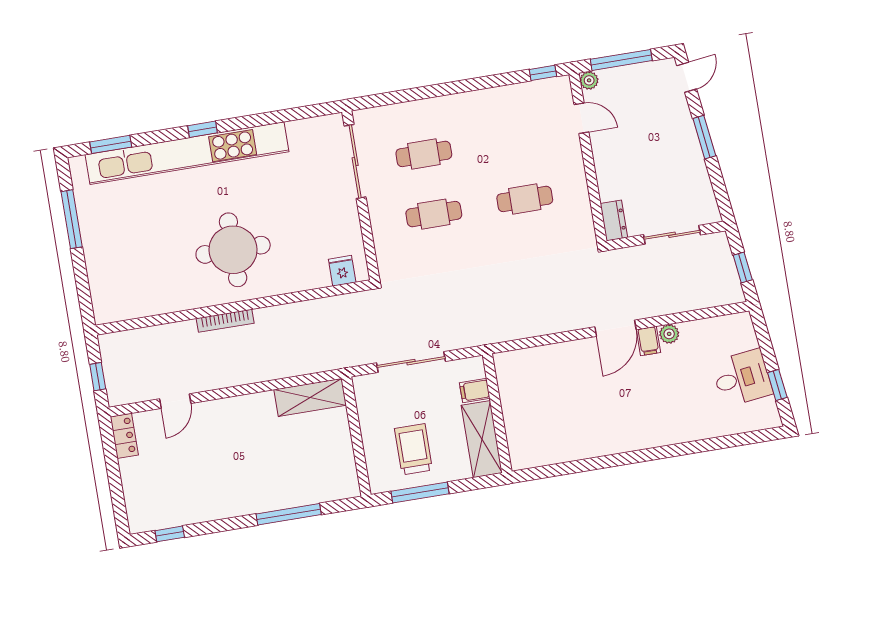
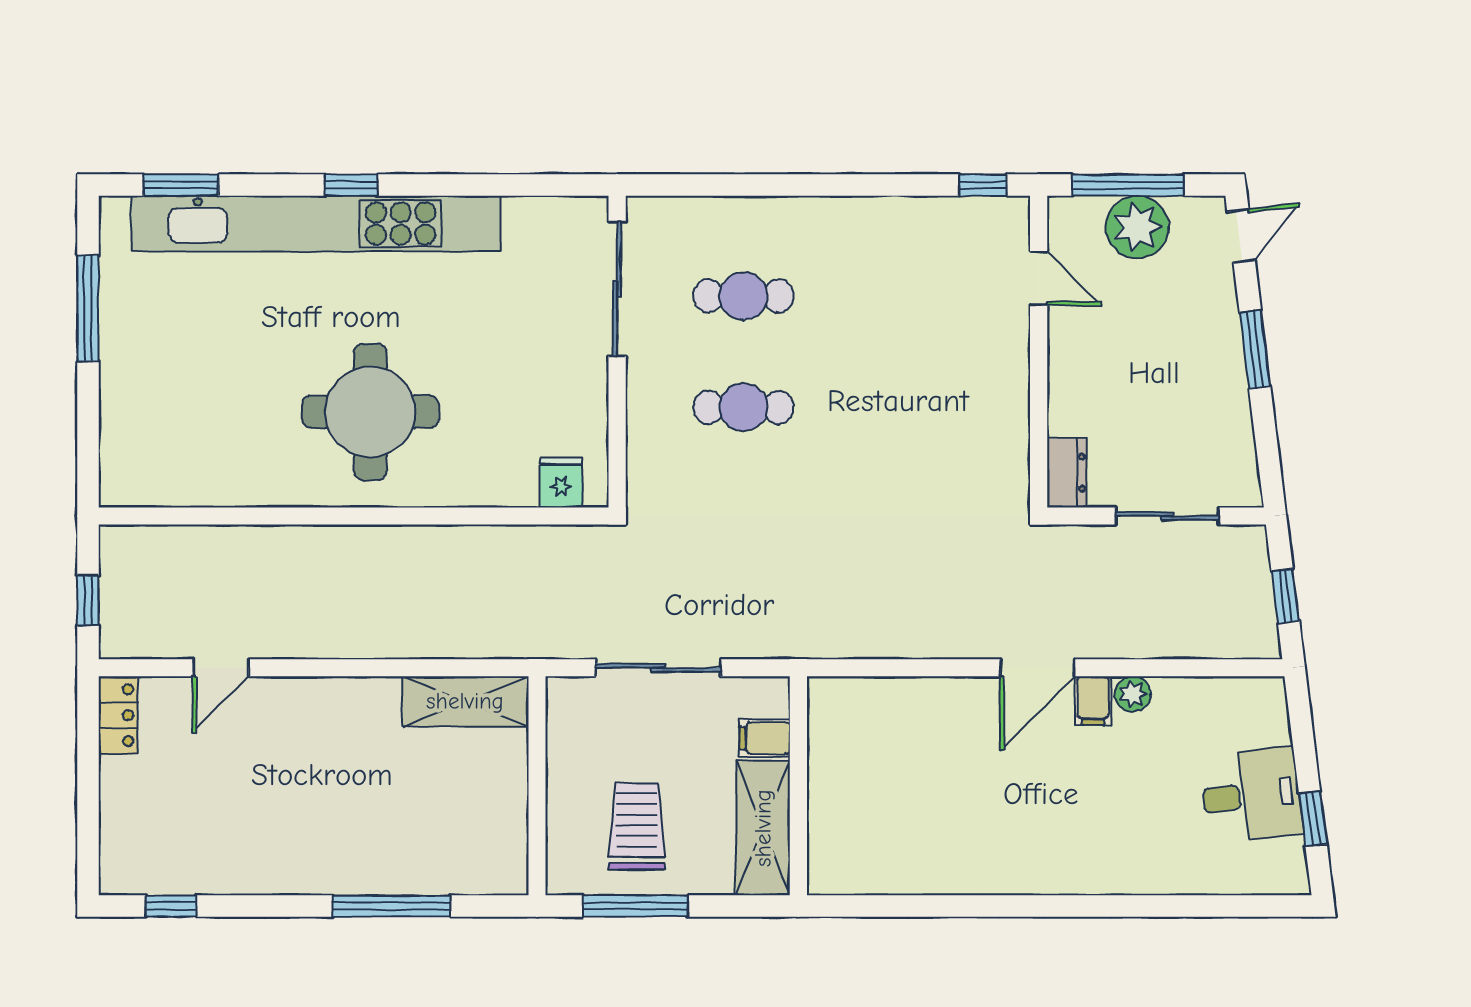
plant: (589, 80) -> (1137, 227), moved, width x1.87, depth x1.87
cafe table: (525, 199) -> (912, 407), removed
bookcase: (225, 321) -> (335, 538), removed

